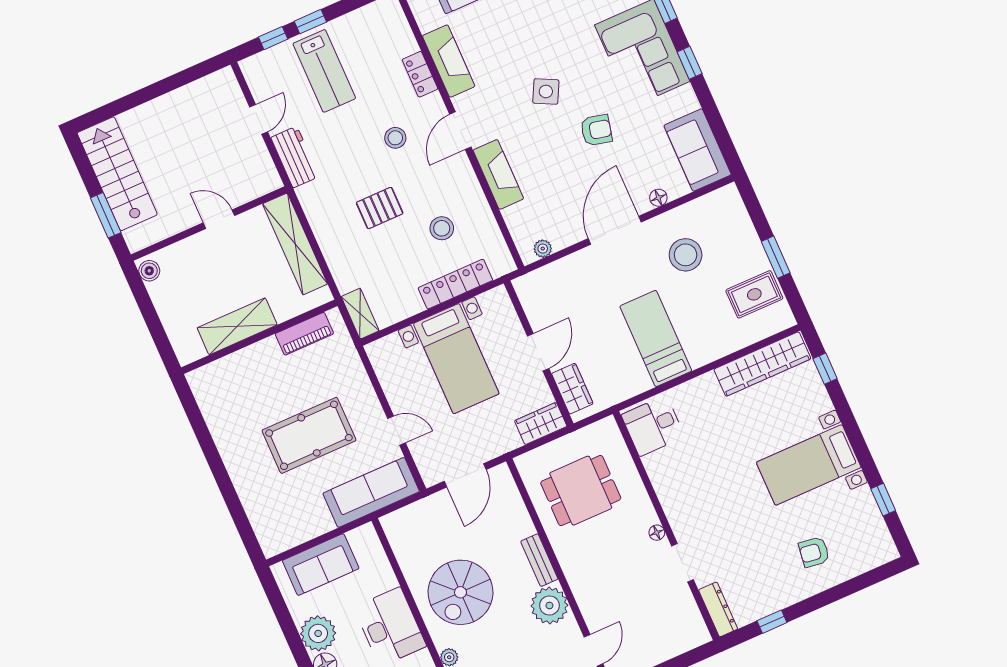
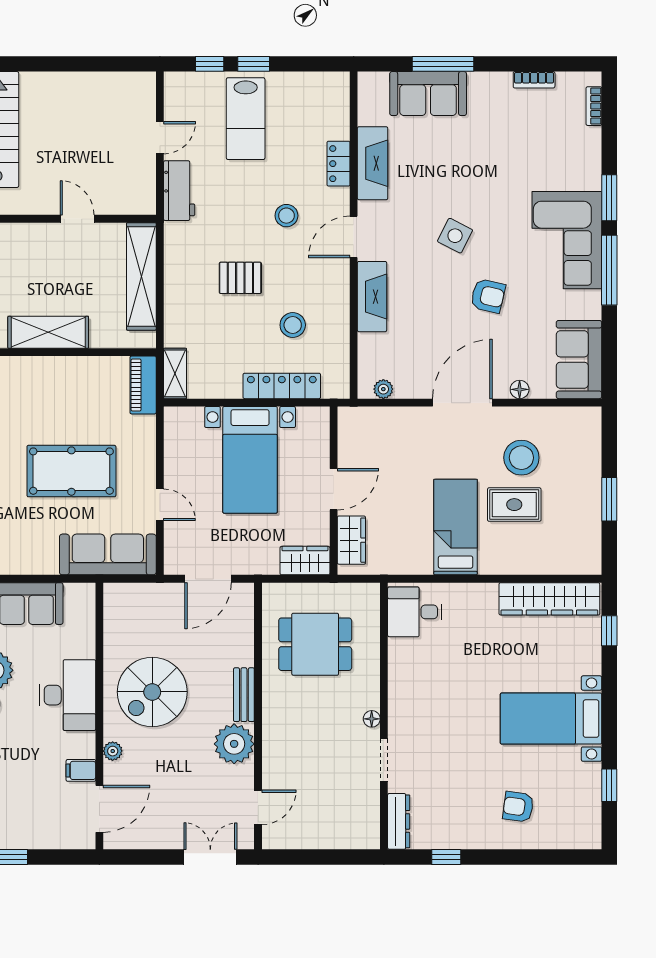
window: (690, 63) -> (609, 270), width x2.17
rug: (754, 294) -> (514, 505), moved
piano: (304, 334) -> (143, 385), moved, turned 90

